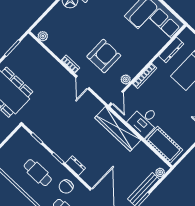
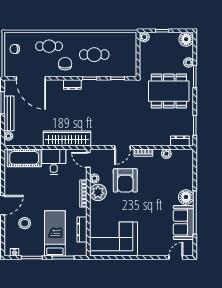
plant: (43, 36) -> (166, 154), moved
dresser: (35, 47) -> (180, 141), added
plant: (133, 66) -> (98, 192), added
door: (83, 83) -> (123, 148), swing flipped

